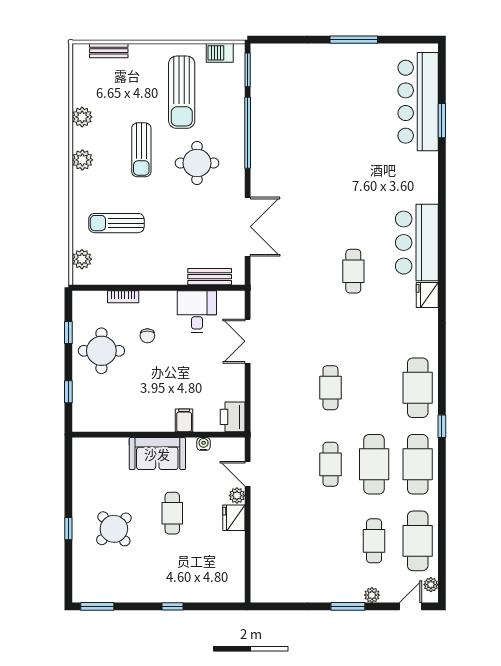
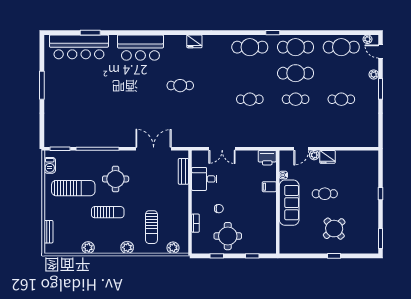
plant: (82, 160) -> (127, 247), moved
bar counter: (417, 243) -> (140, 48), moved
sofa: (157, 454) -> (289, 203), width x1.36
cafe table: (374, 541) -> (341, 99), moved

